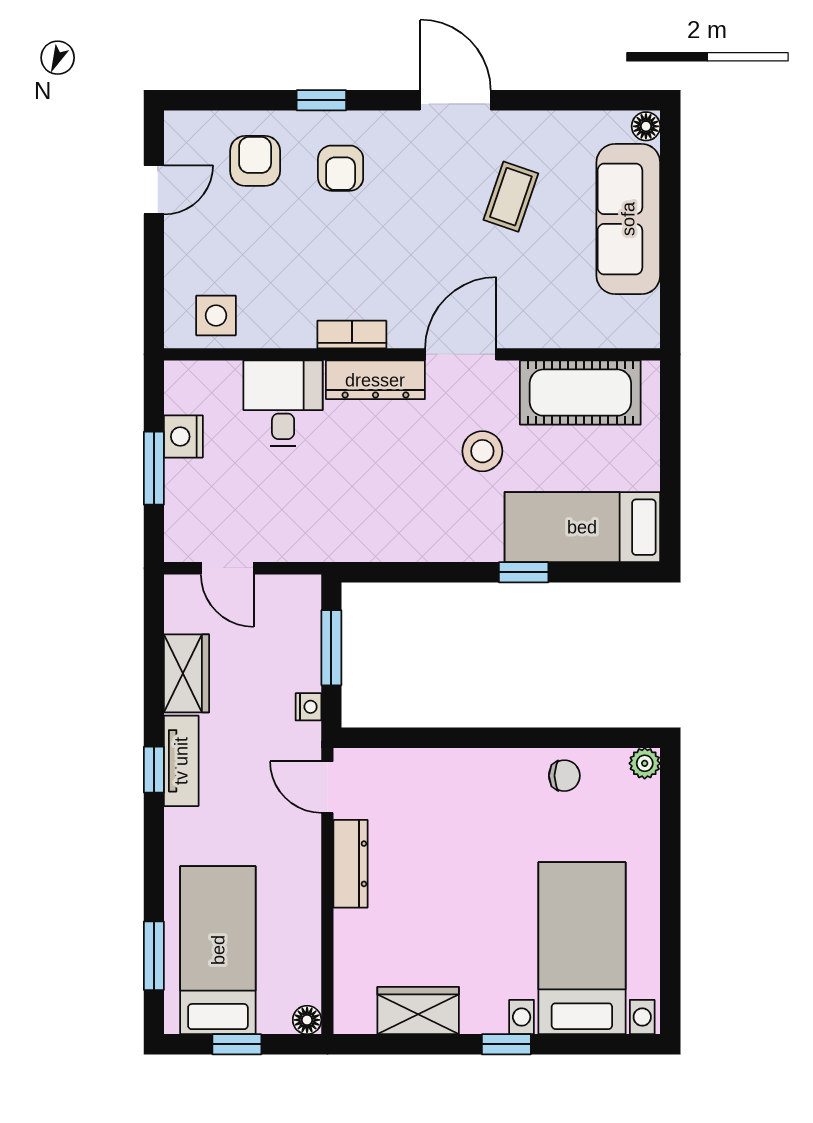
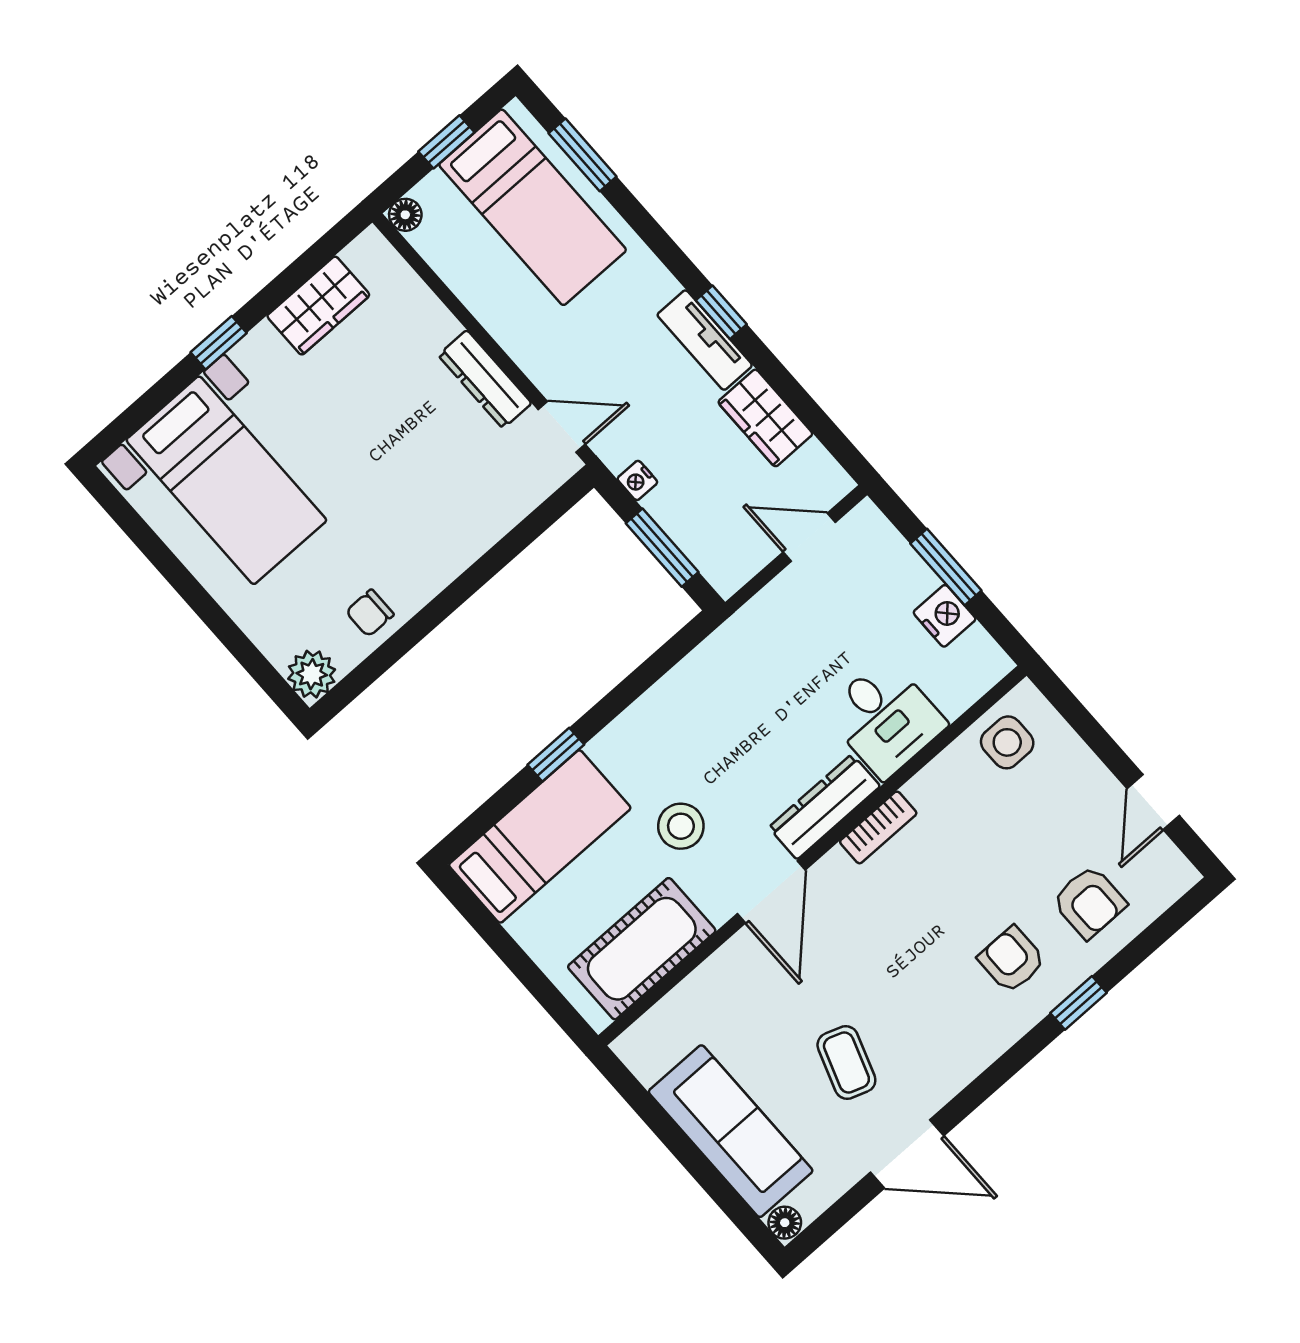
door: (455, 100) -> (907, 1154), moved
plant: (645, 763) -> (312, 674), width x1.38, depth x1.38

